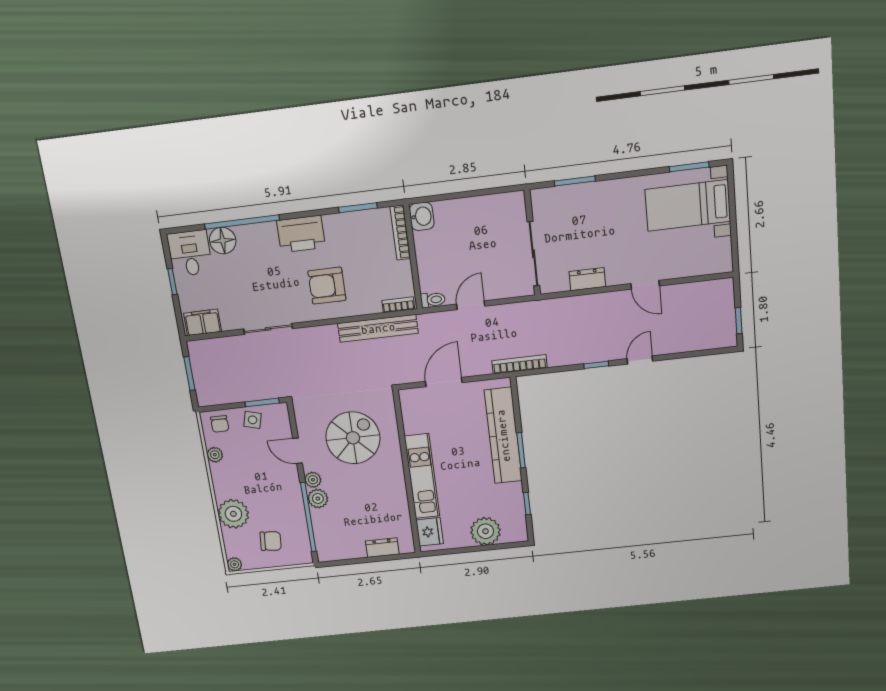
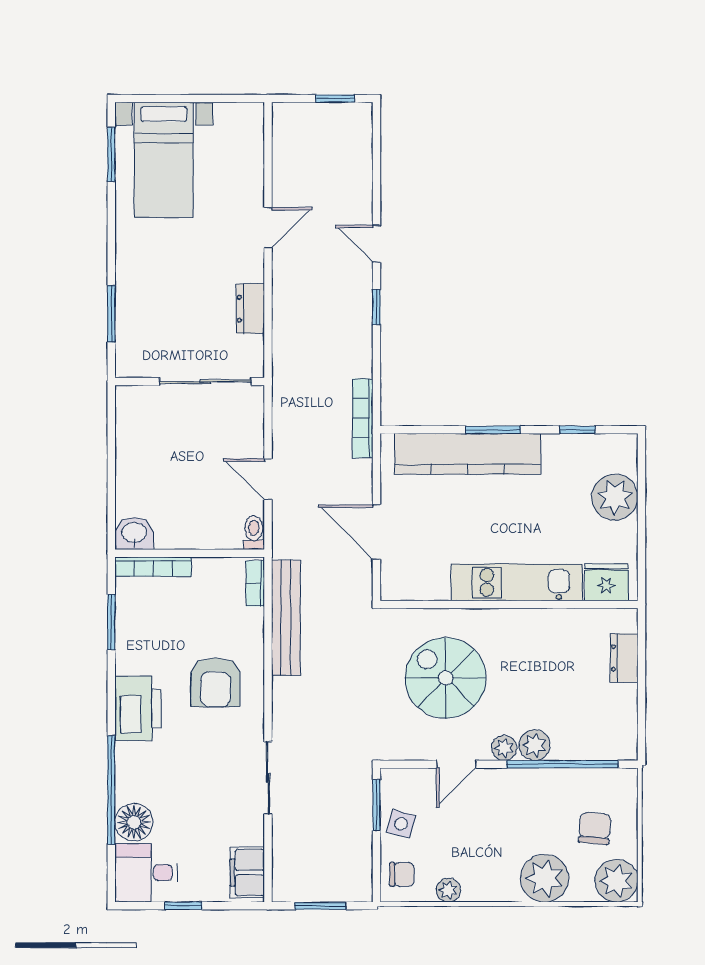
plant: (235, 564) -> (616, 881), width x1.87, depth x1.87

